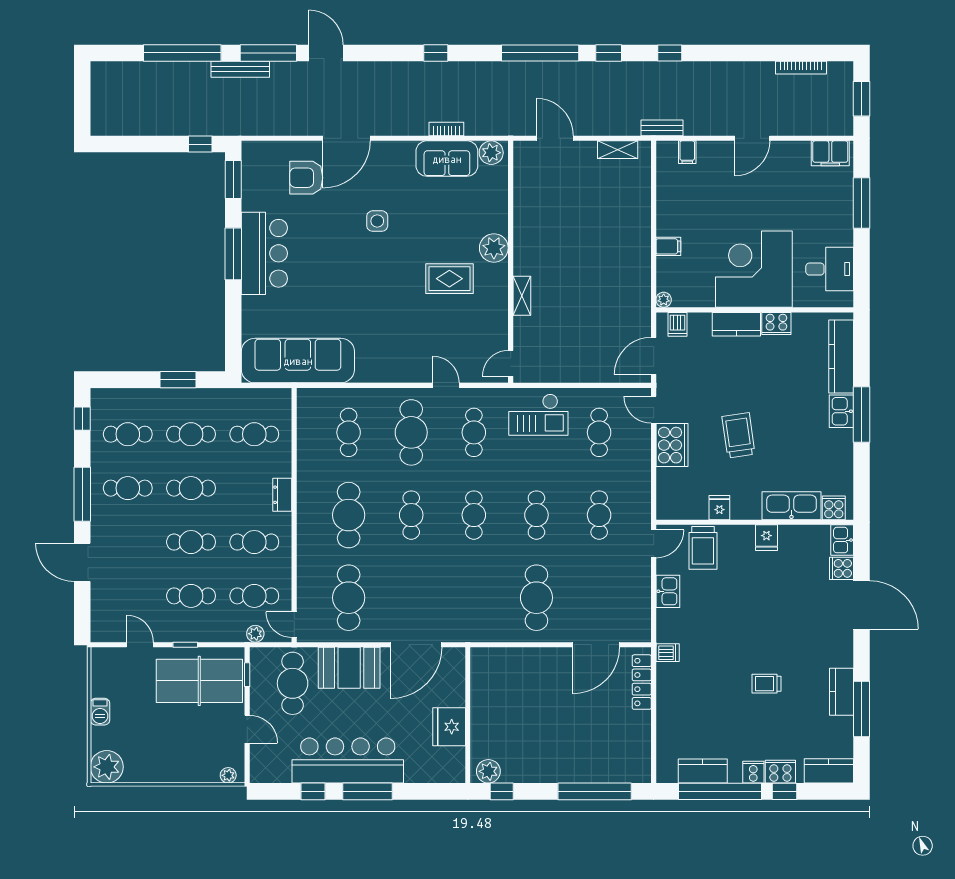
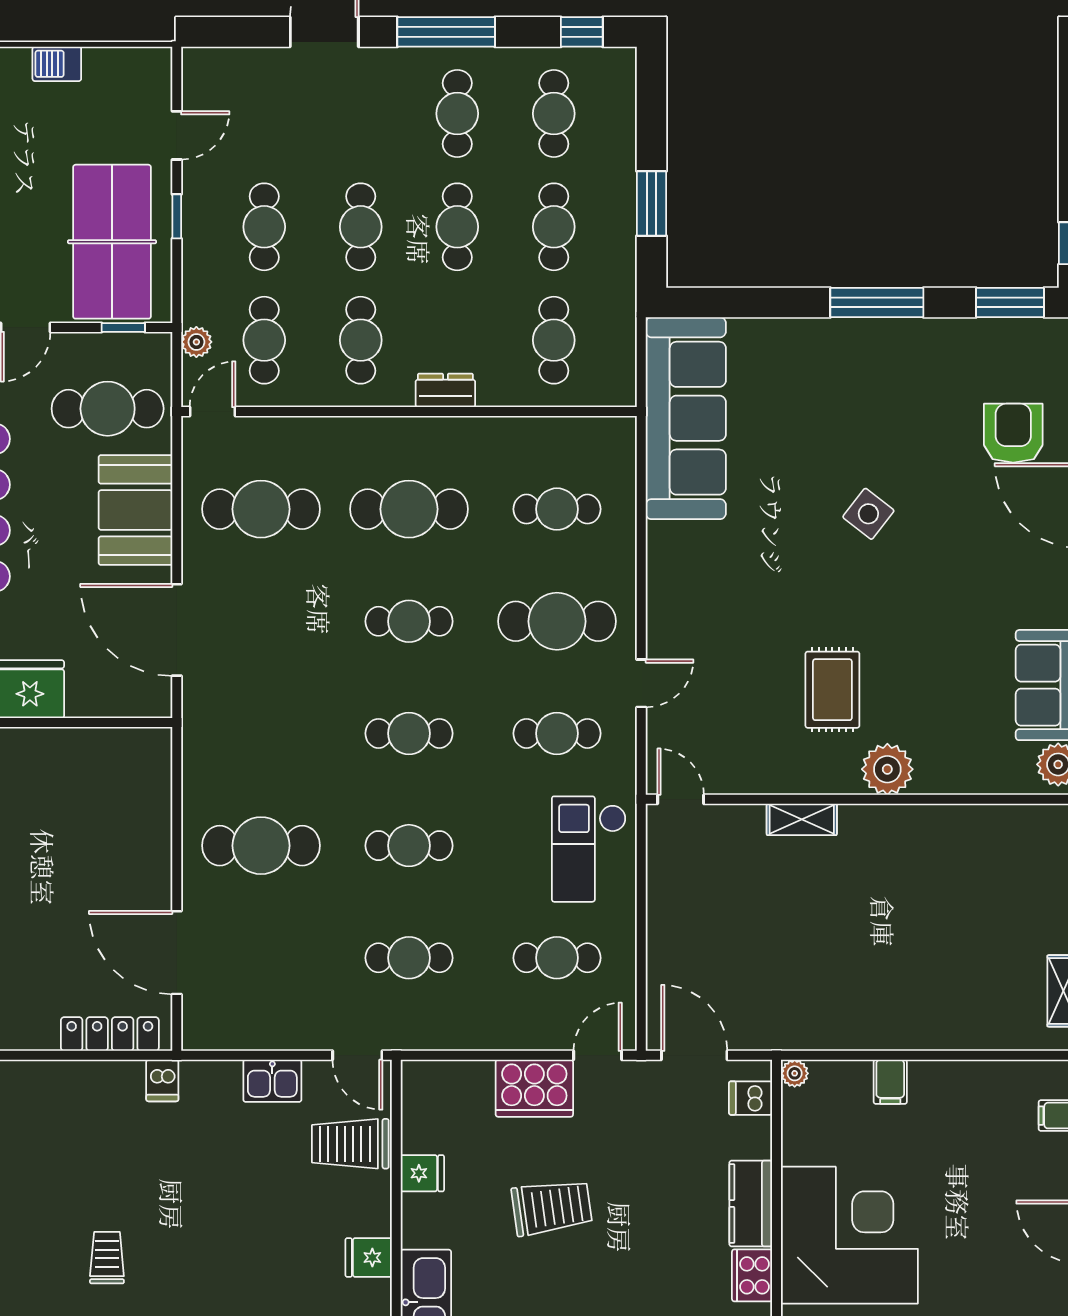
side table: (377, 221) -> (868, 514), moved, turned 38
bar counter: (264, 253) -> (878, 358), removed

